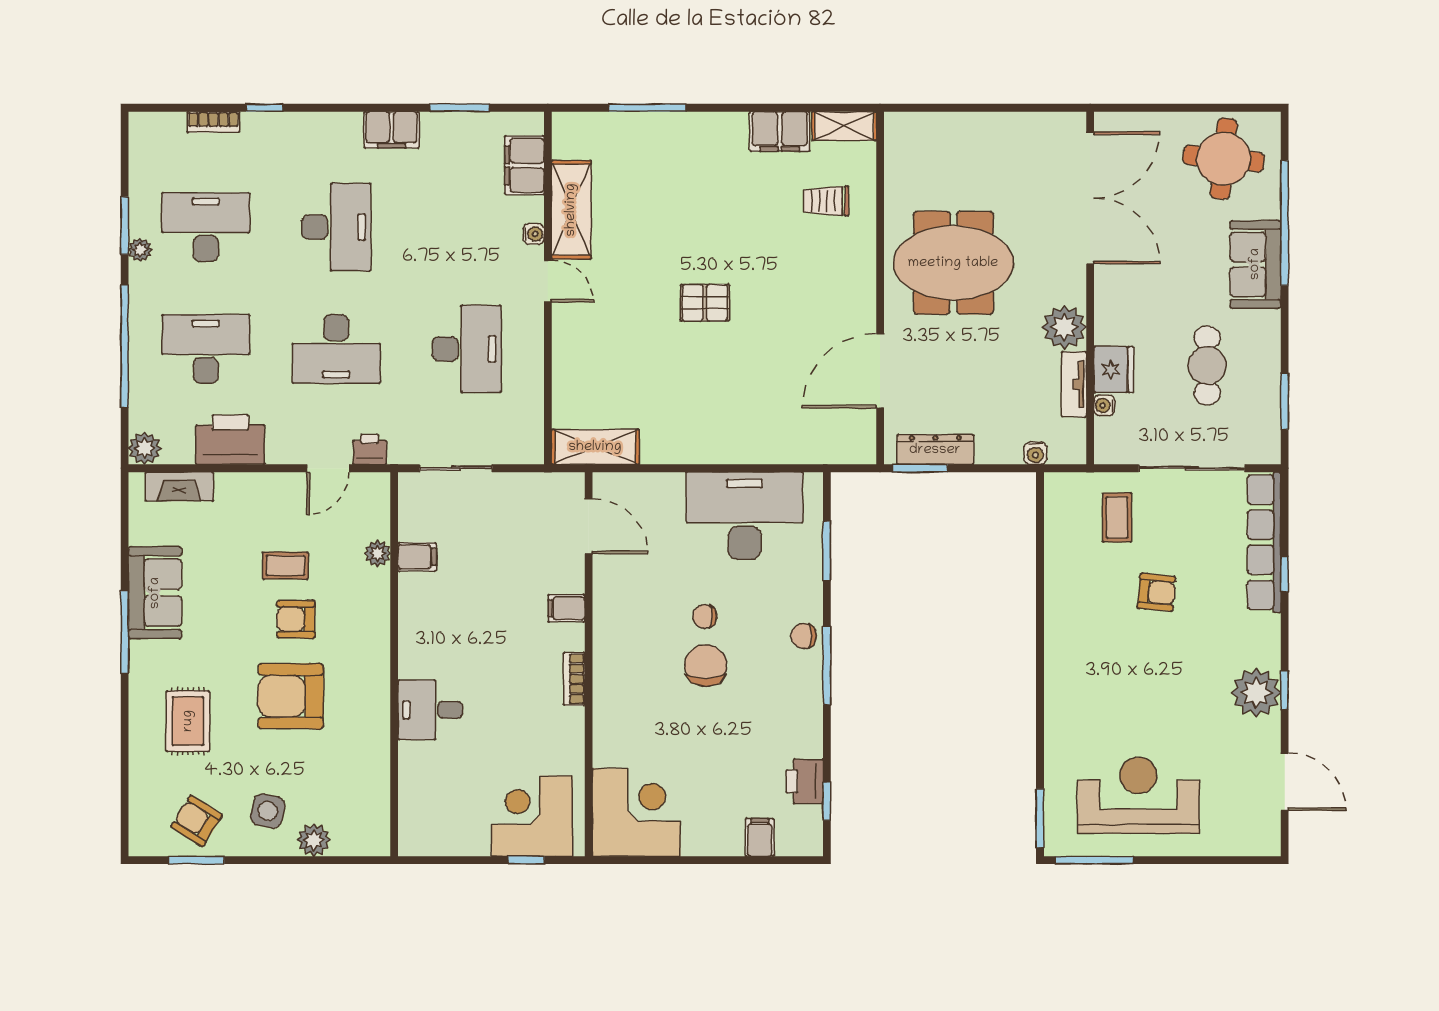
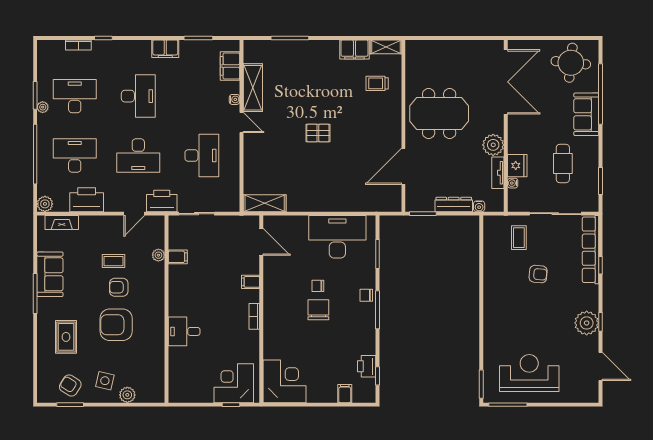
printer: (370, 449) -> (162, 201), width x1.87, depth x1.48
dresser: (935, 450) -> (454, 205), moved

